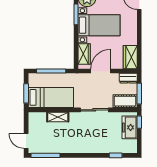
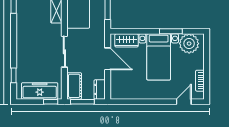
wardrobe: (130, 57) -> (123, 92), removed
freezer: (130, 127) -> (40, 91), width x1.40

